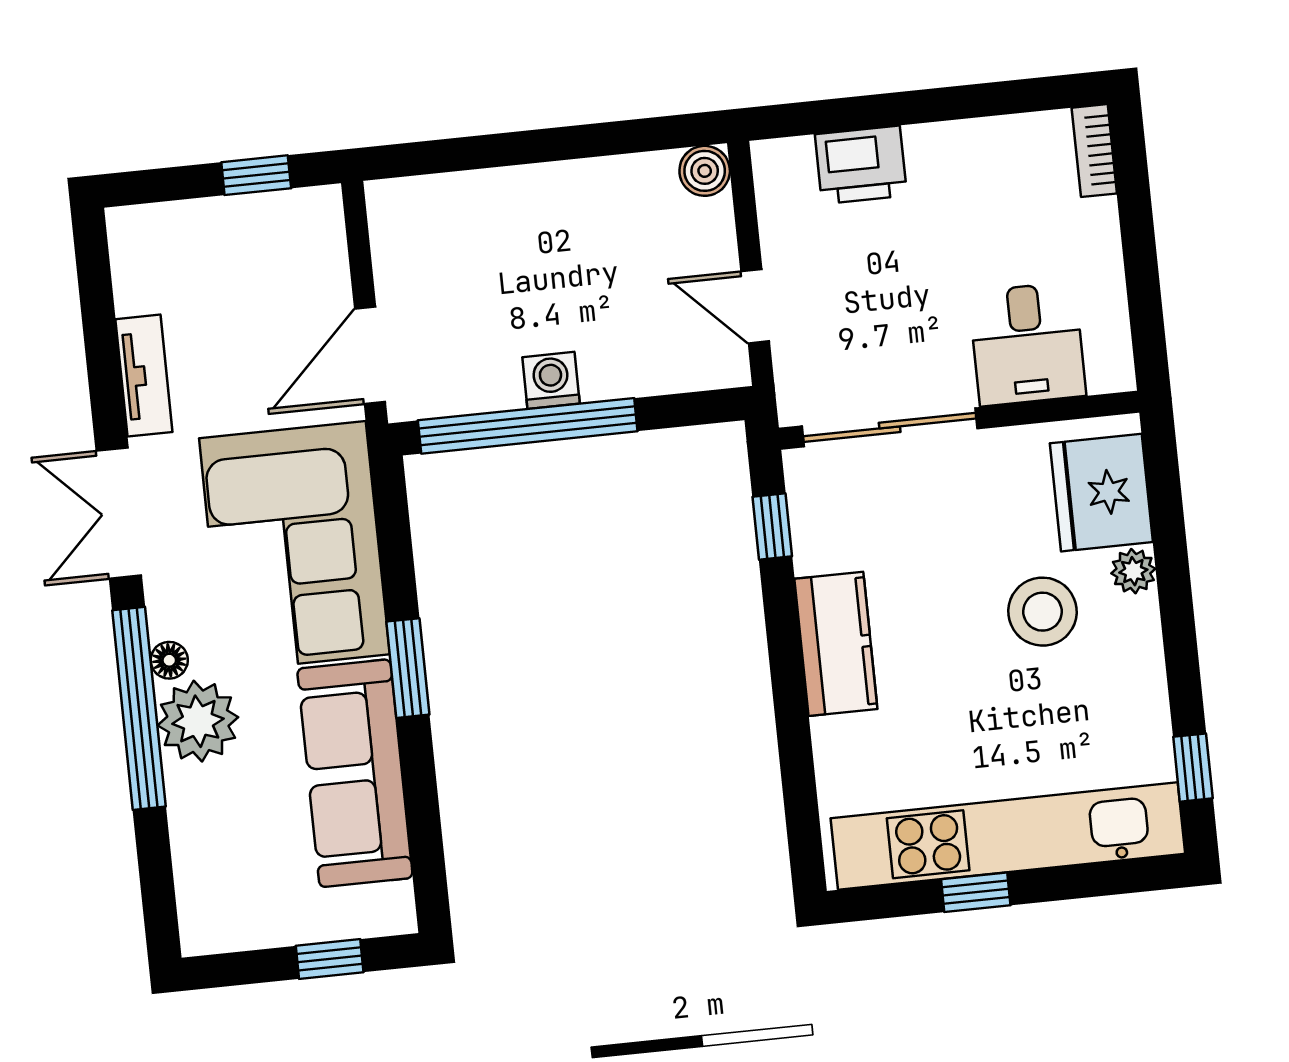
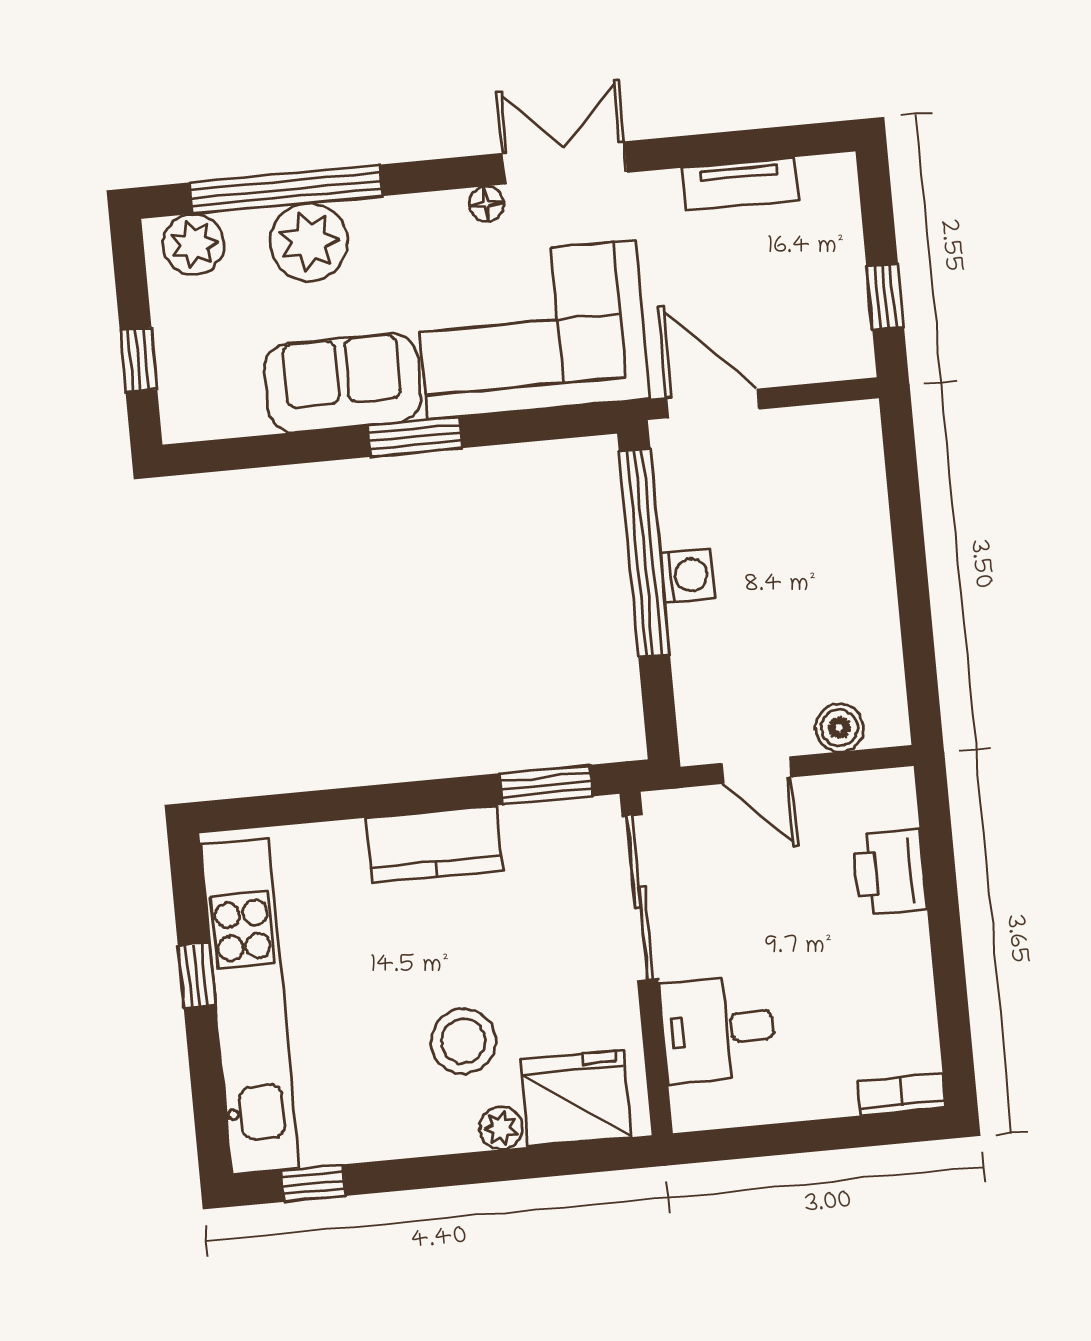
boiler: (705, 171) -> (839, 728), moved
door: (755, 306) -> (756, 770), swing flipped
tv unit: (144, 376) -> (740, 184), moved
window: (772, 527) -> (547, 785), width x1.50
floor lamp: (169, 660) -> (486, 204), moved
window: (139, 708) -> (286, 189), moved
plant: (198, 721) -> (309, 242), moved
sofa: (355, 773) -> (343, 383), width x0.73
plant: (208, 902) -> (194, 244), added

